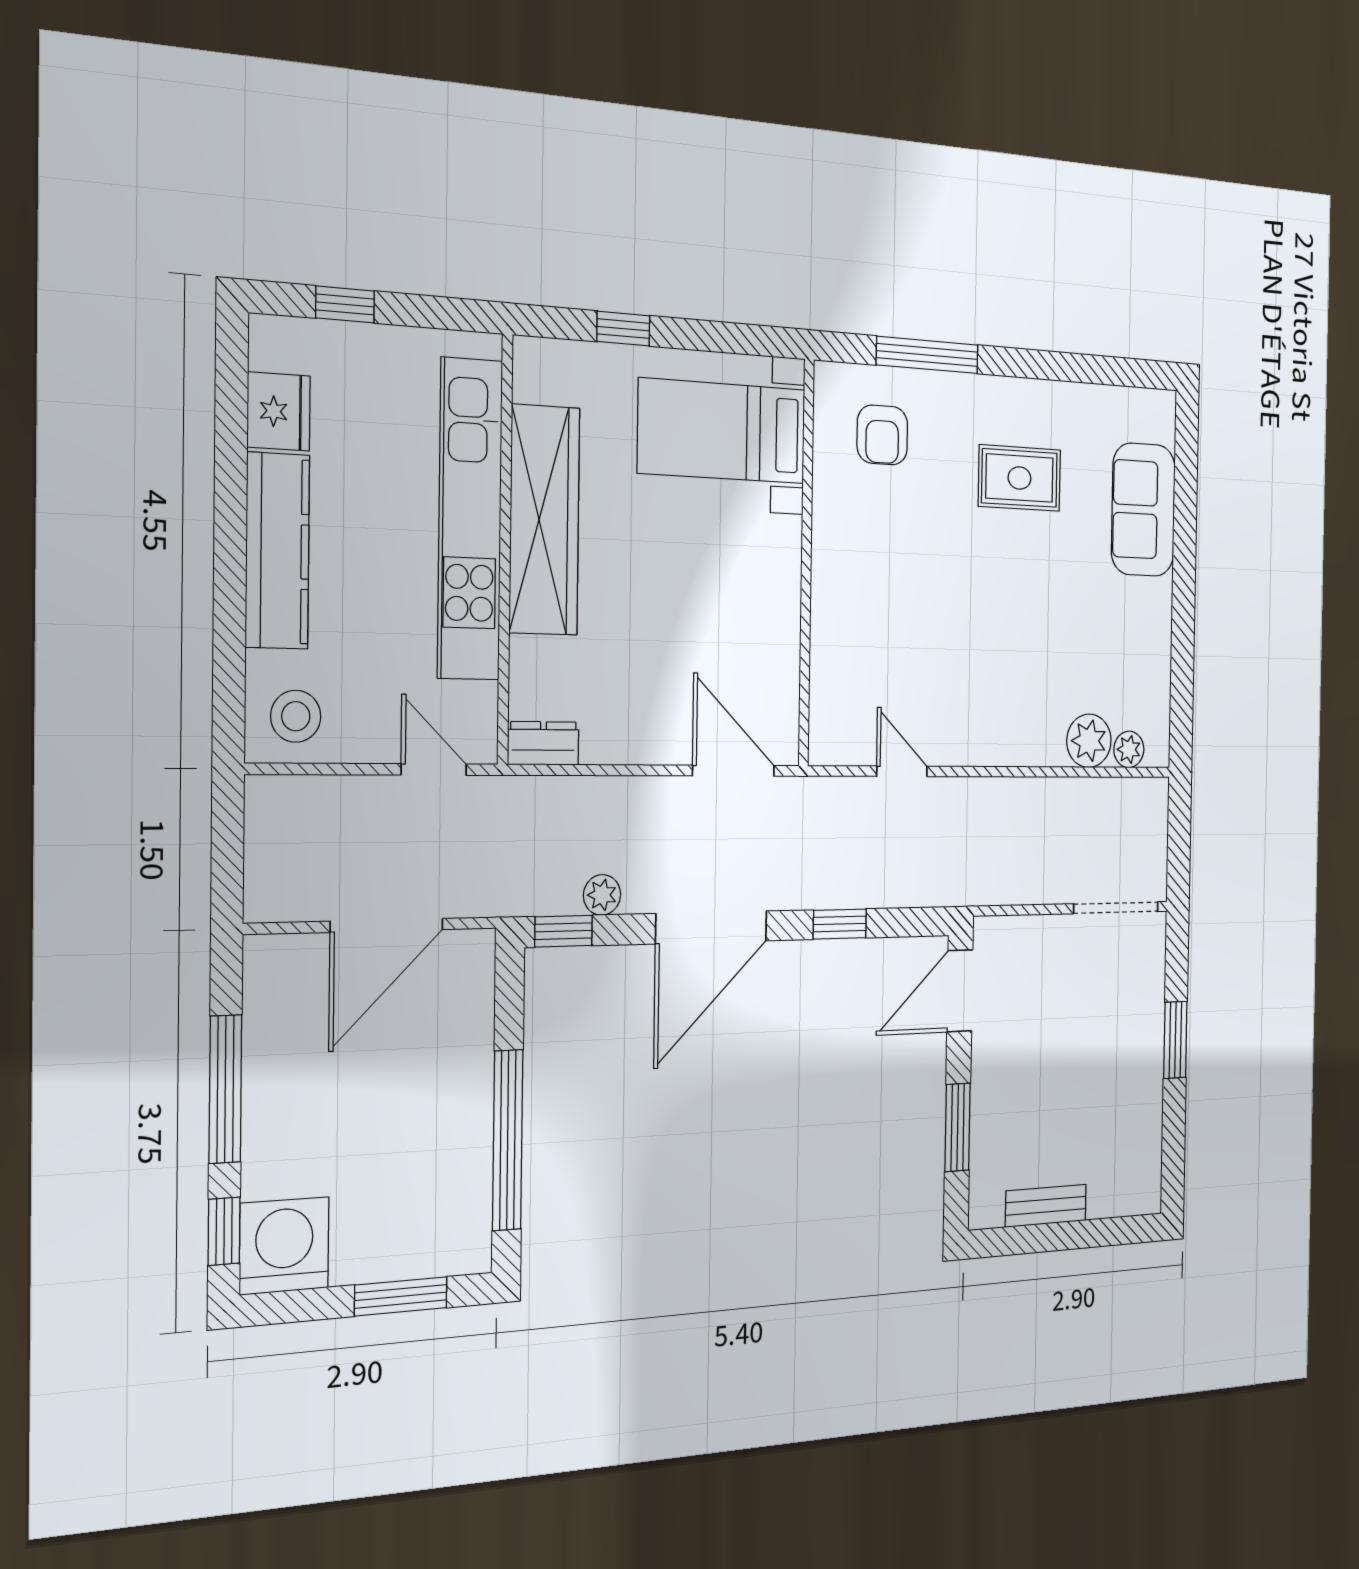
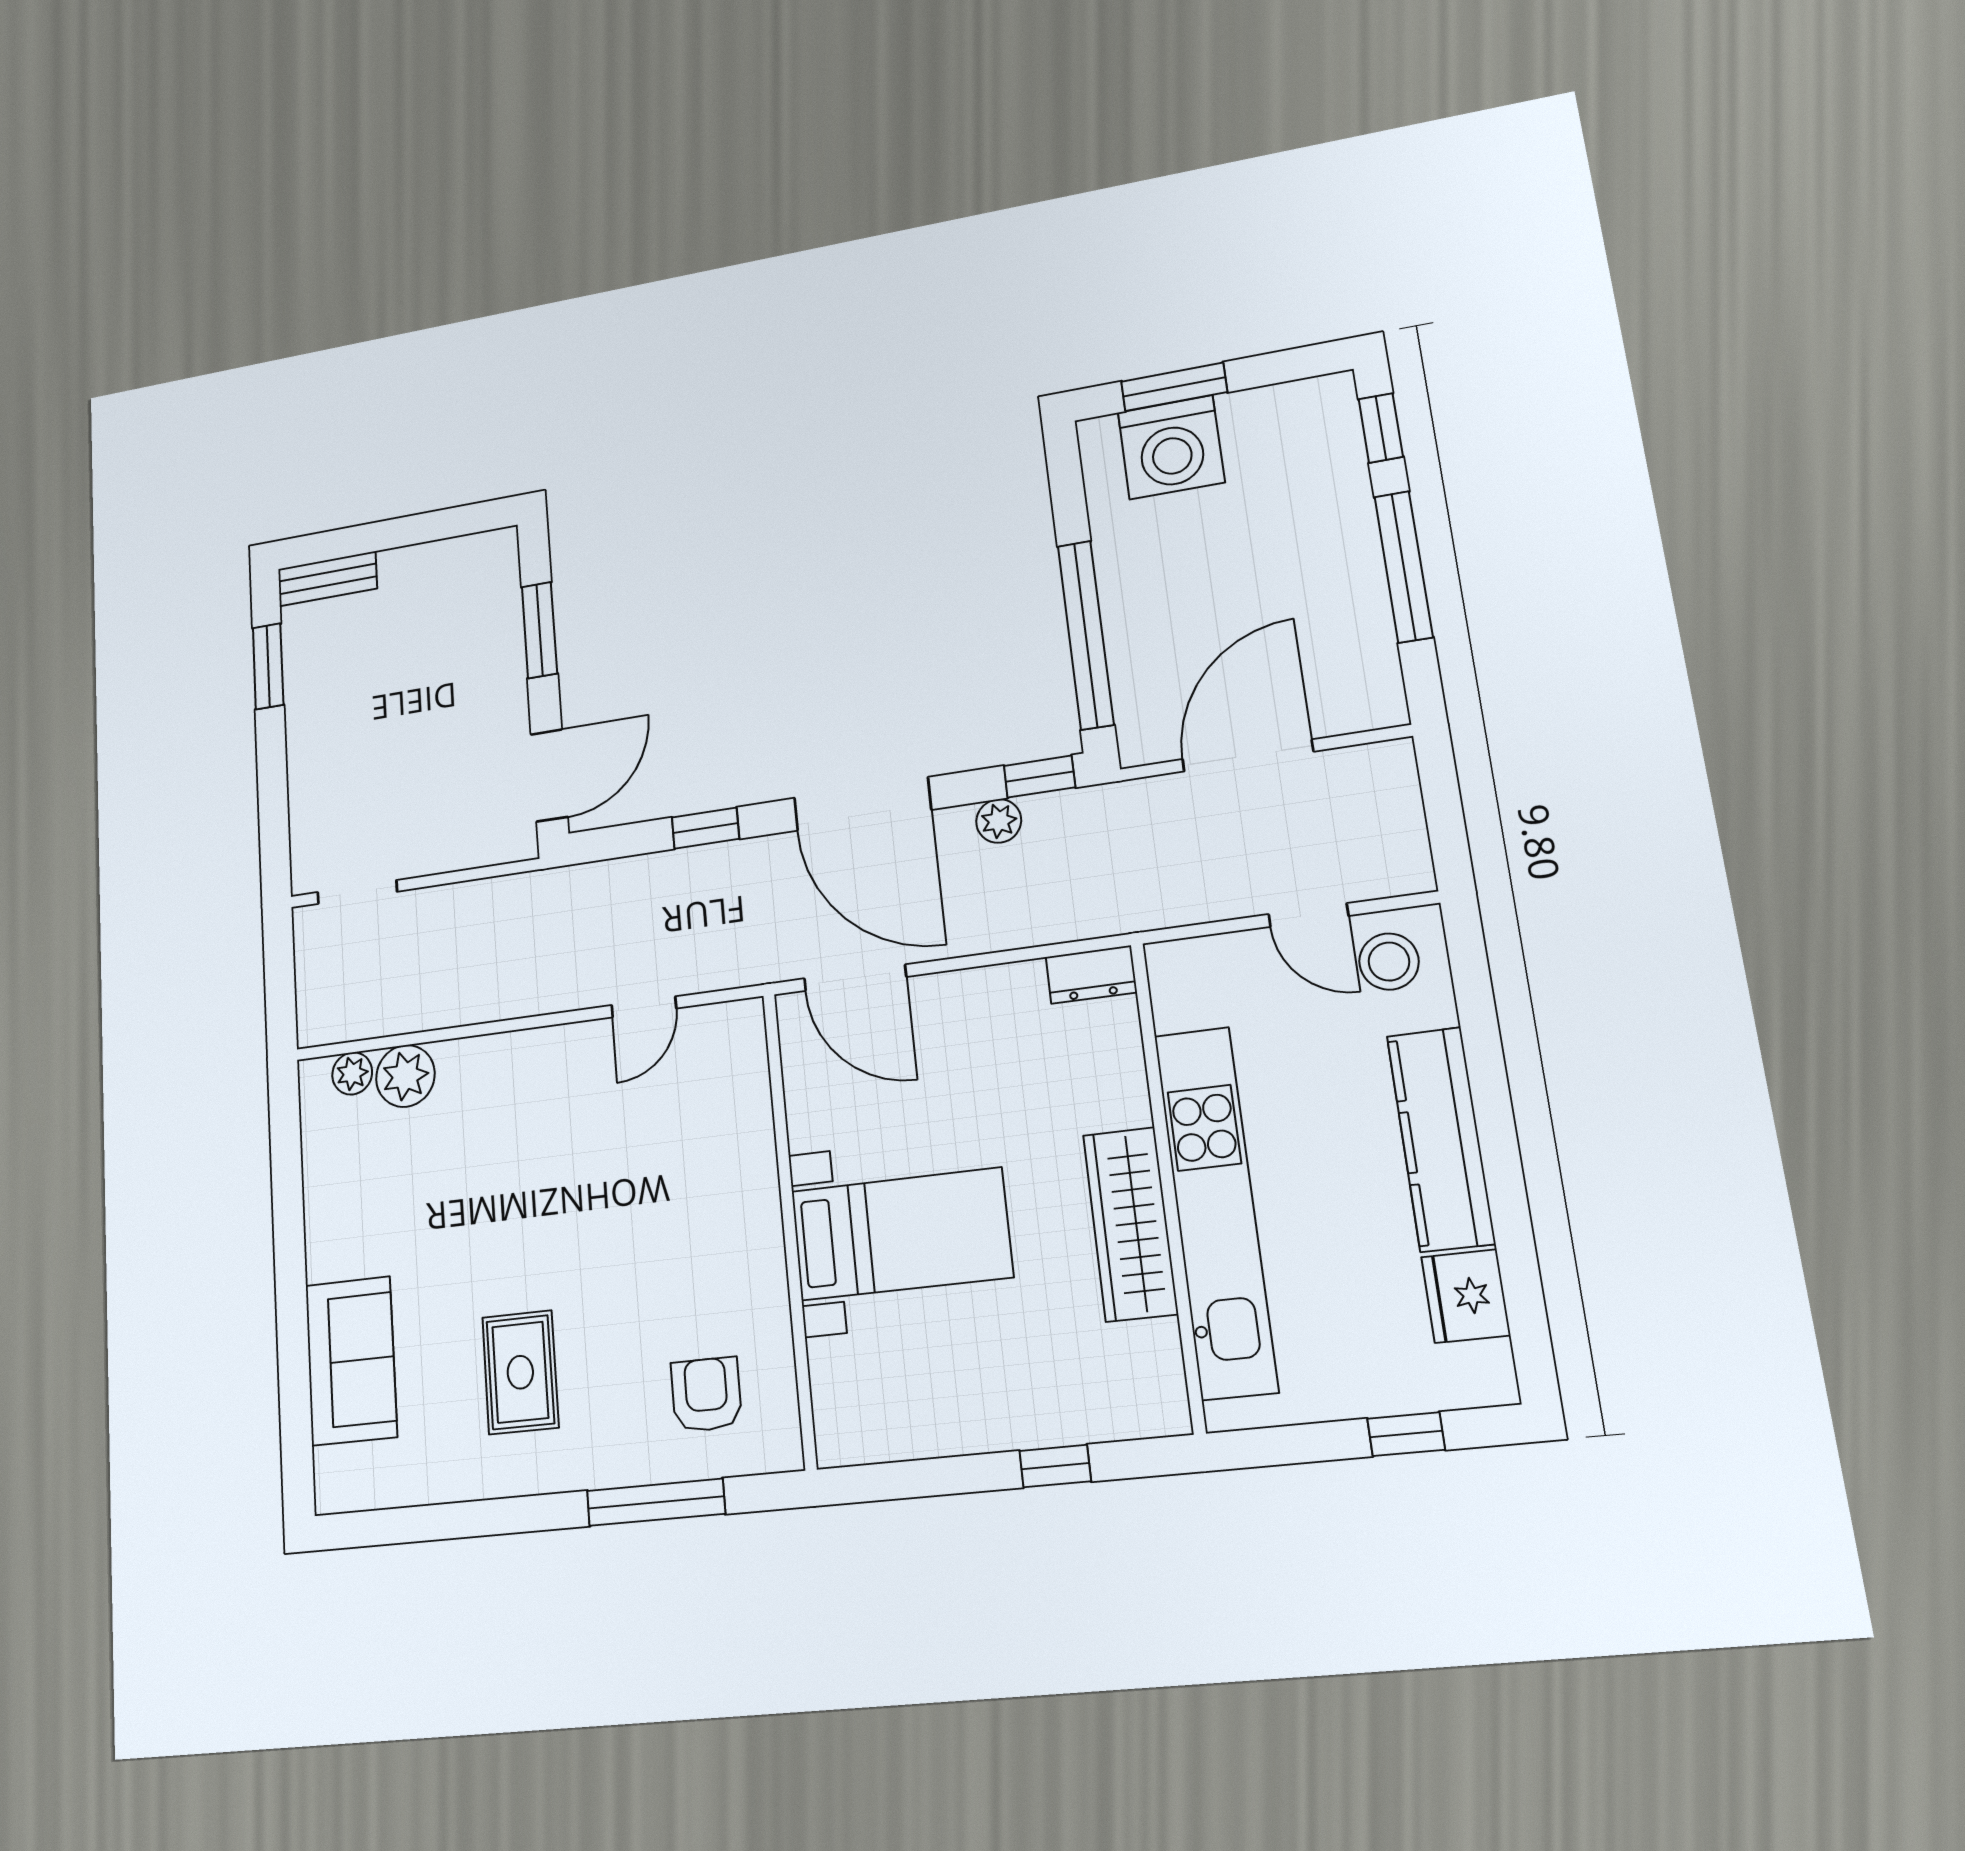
bed with nightstands: (722, 431) -> (901, 1234), moved
rug: (1019, 478) -> (520, 1372), turned 90
wardrobe: (544, 520) -> (1130, 1224), width x0.71, depth x0.85
door: (434, 770) -> (1308, 915), moved
door: (902, 771) -> (644, 1007), hinge flipped
doorway: (1116, 908) -> (357, 892), width x0.73
door: (712, 927) -> (862, 804), swing flipped
window: (1175, 1040) -> (268, 666), moved
window: (508, 1140) -> (1086, 635), moved
bench: (1046, 1206) -> (327, 579), moved
washing machine: (284, 1246) -> (1171, 447), moved

